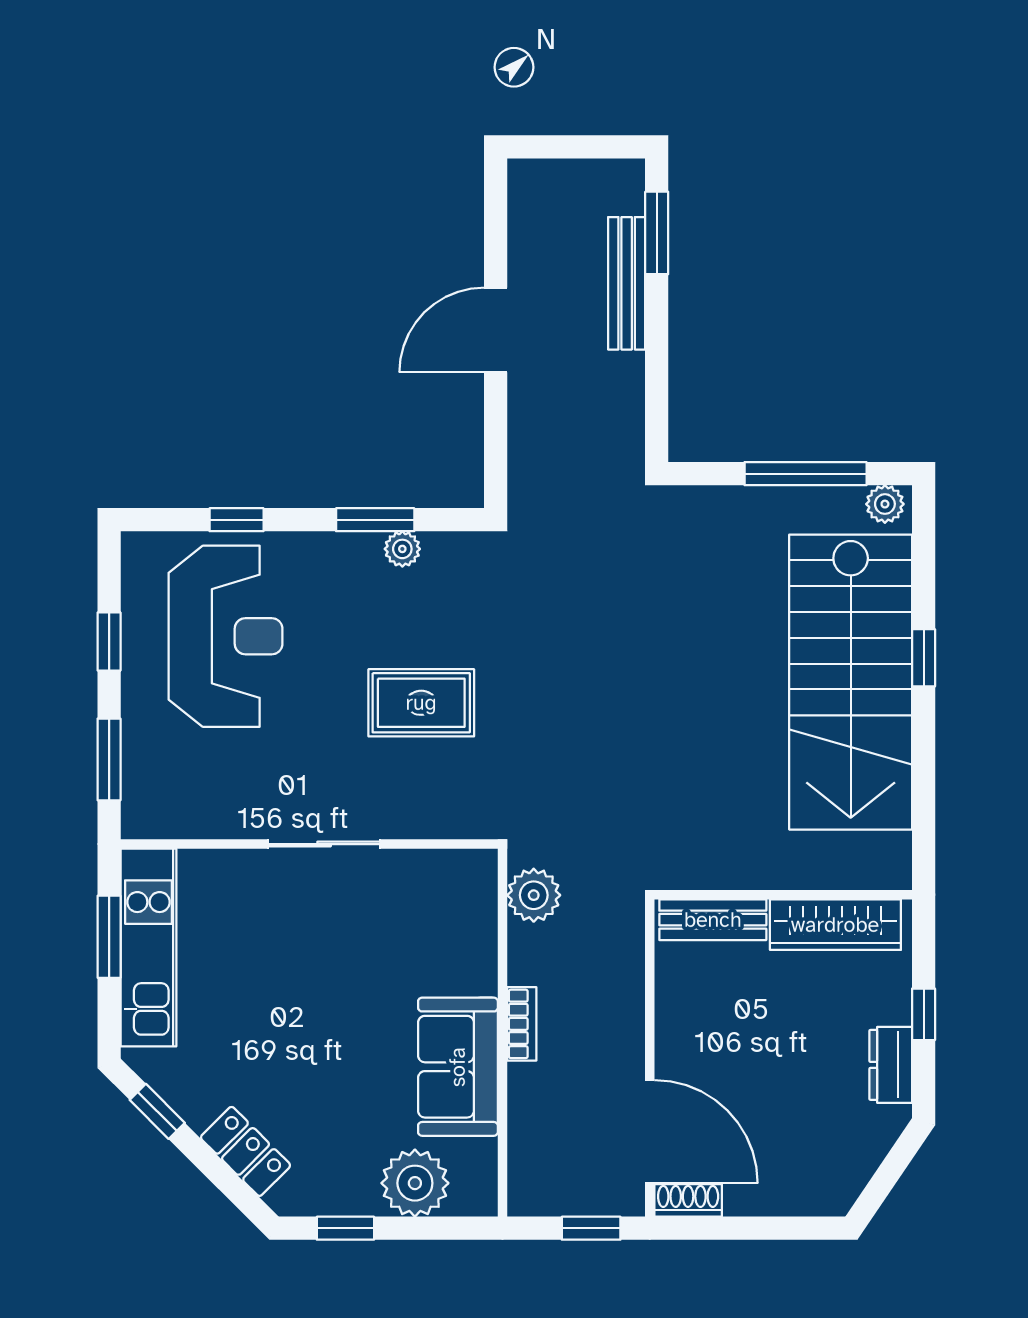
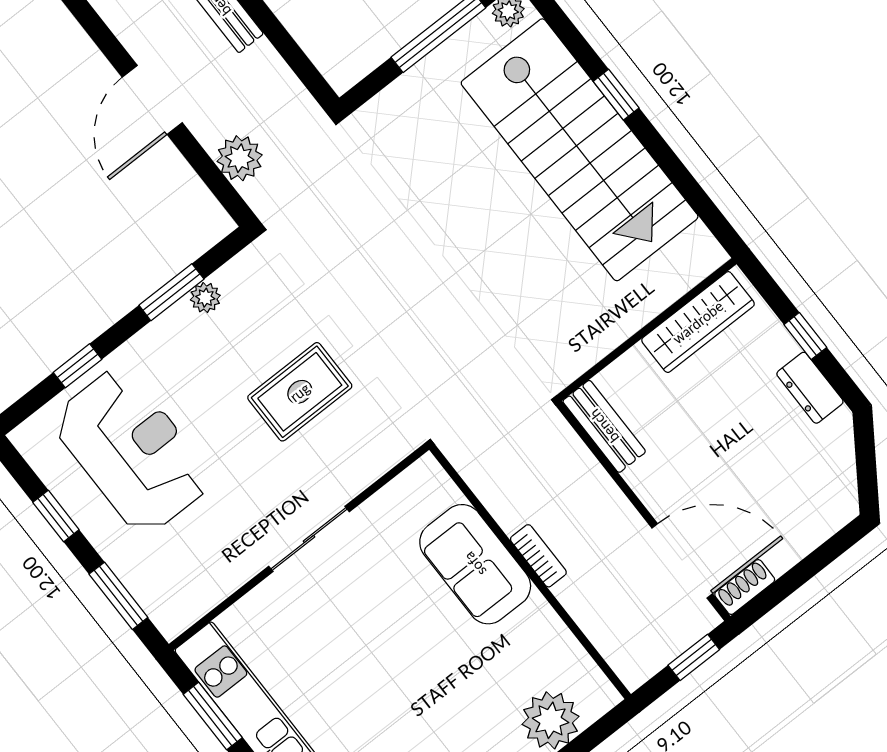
plant: (534, 895) -> (240, 158), moved
bench: (713, 920) -> (604, 426), moved, turned 90
sofa: (458, 1067) -> (475, 564), moved

